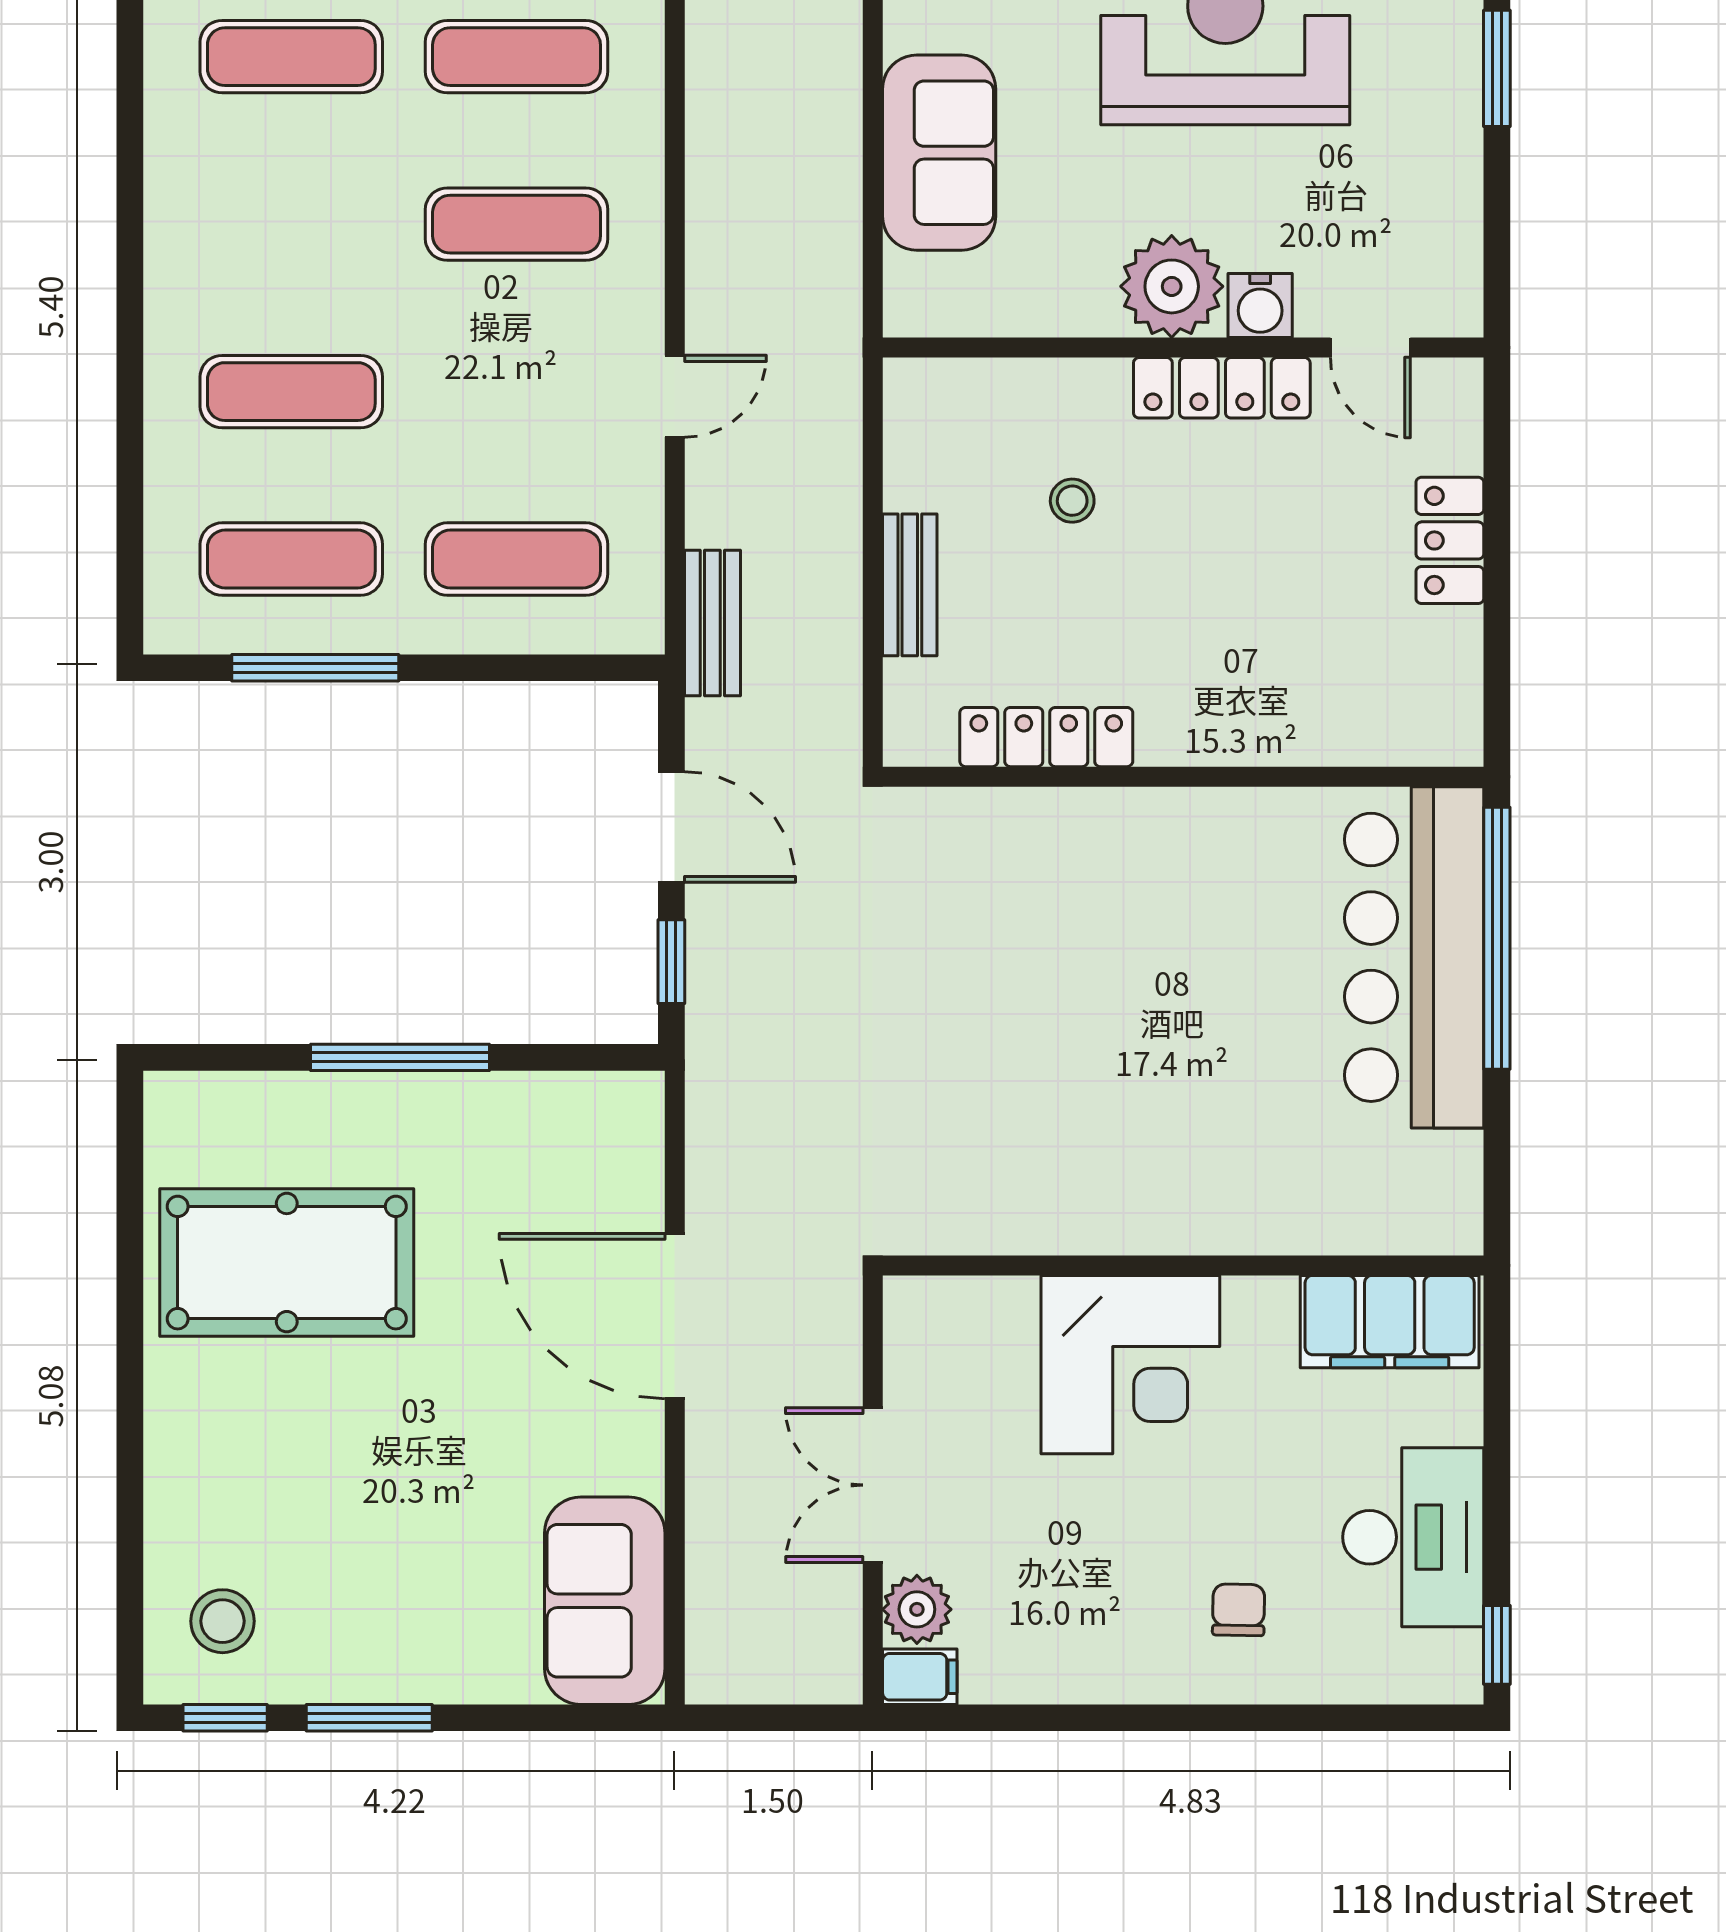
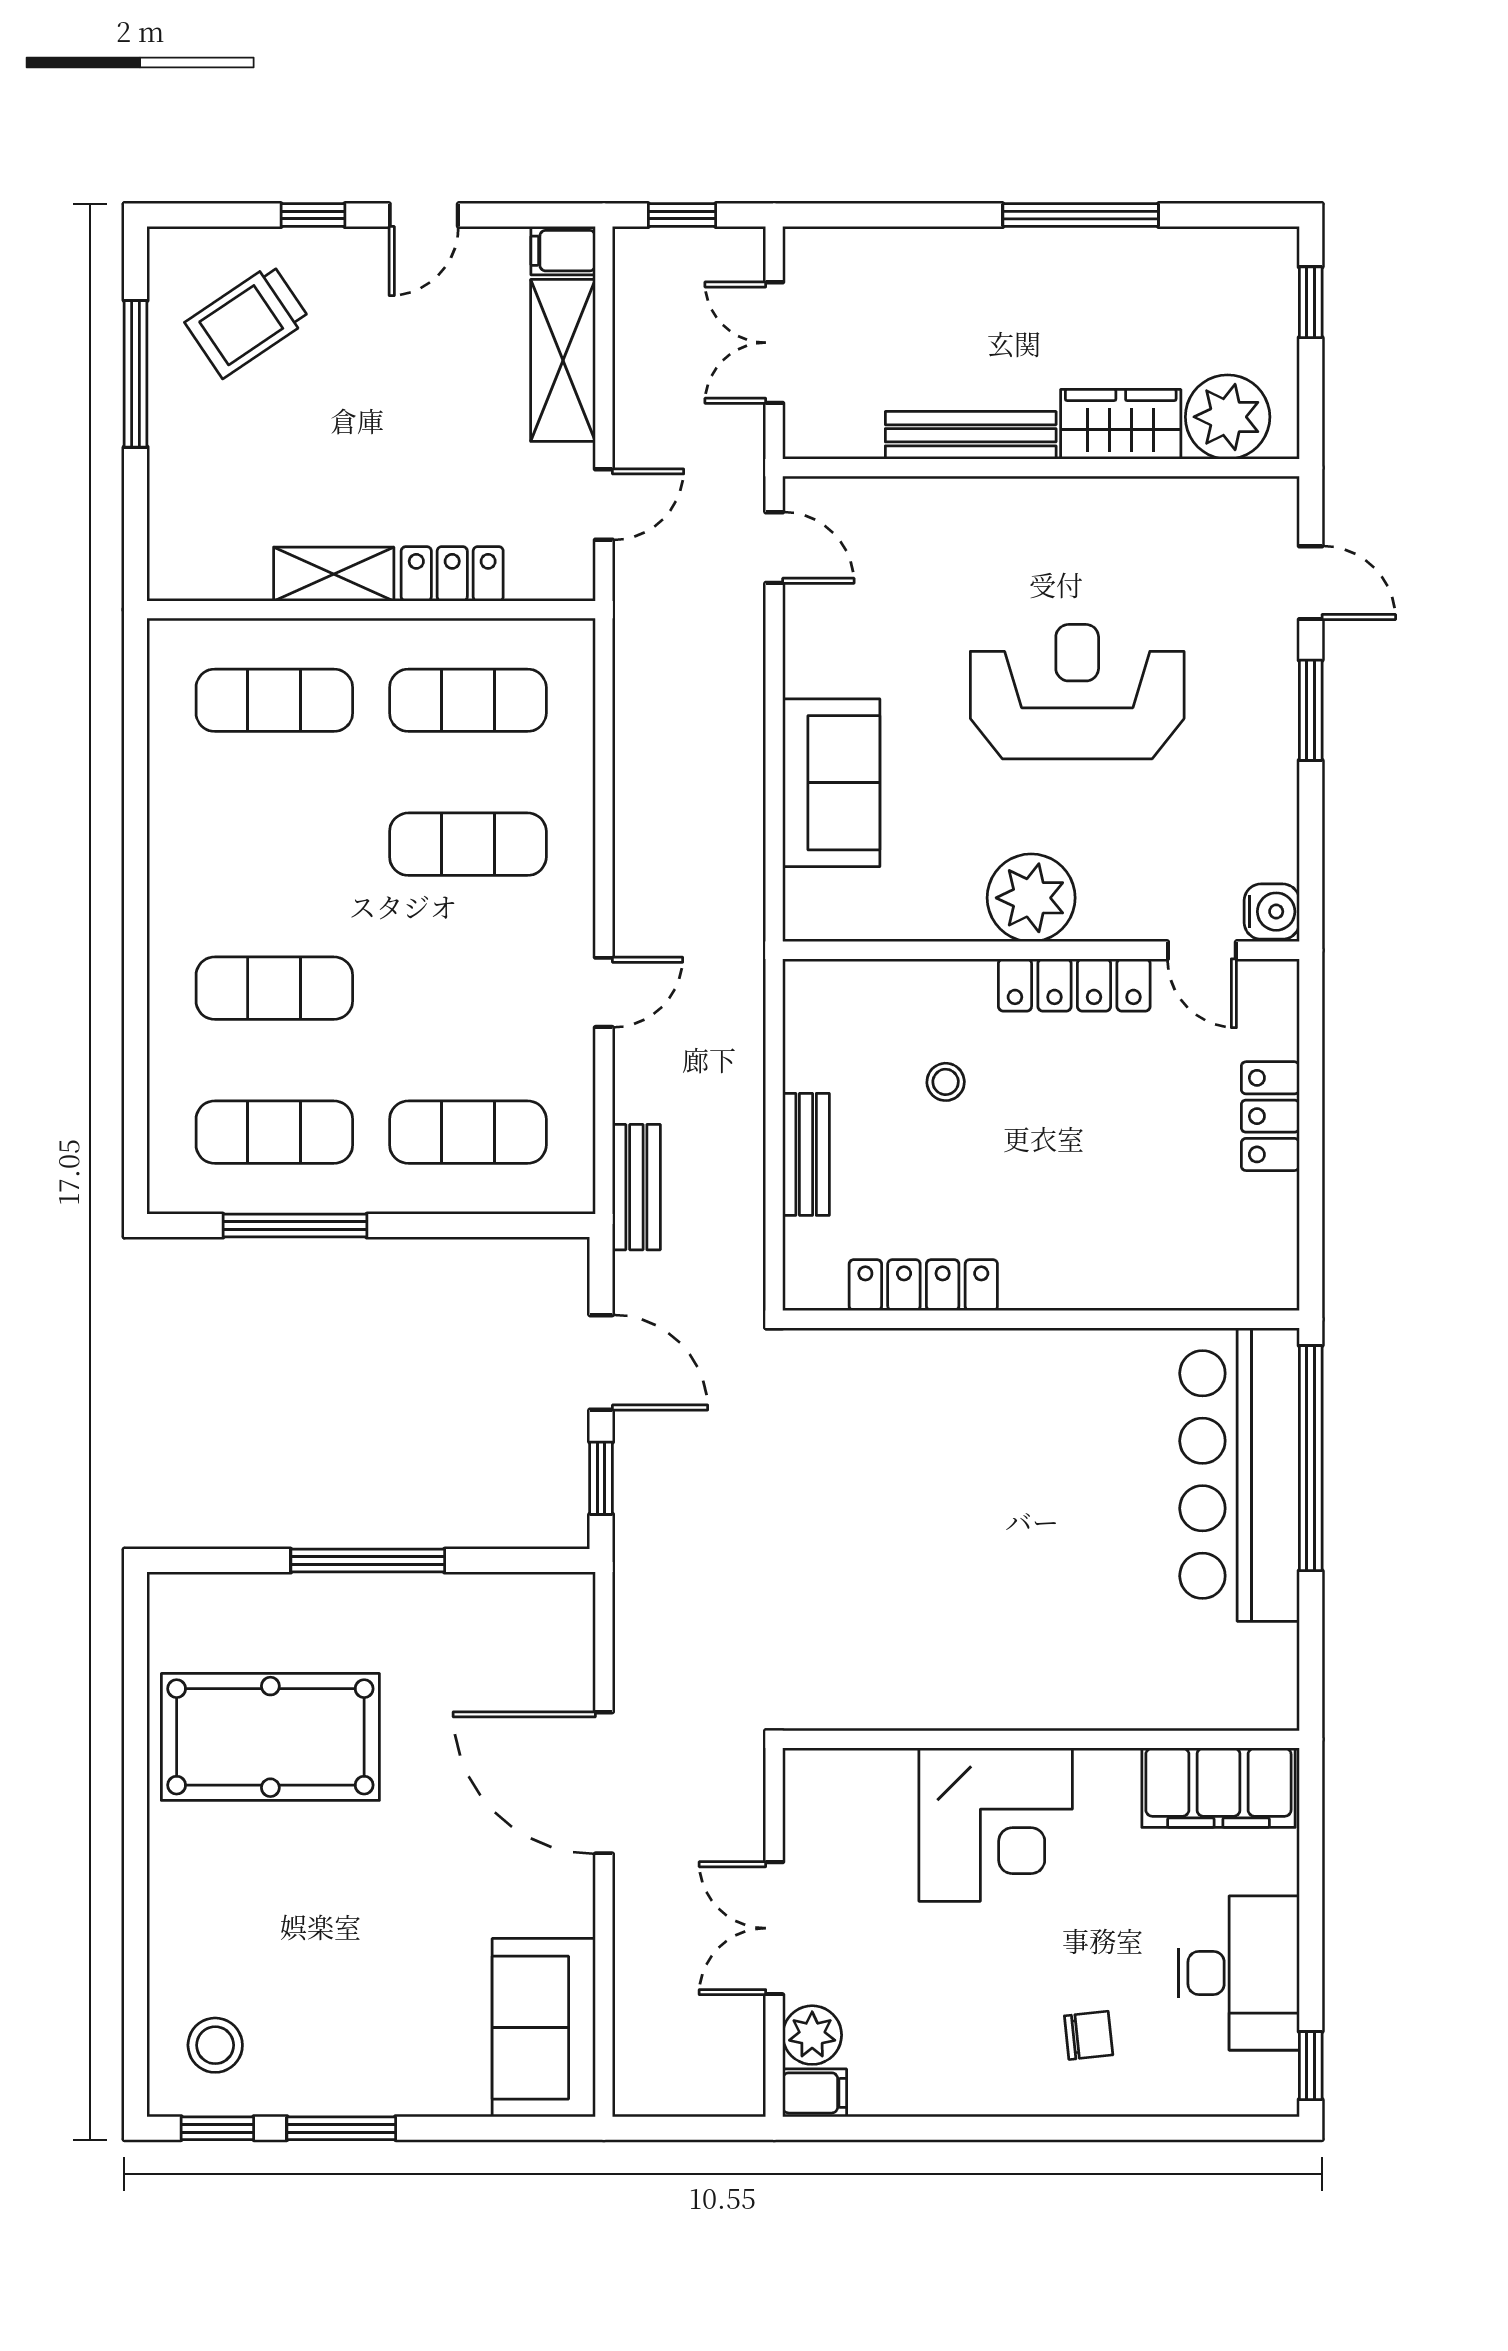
water cooler: (1260, 306) -> (1272, 912), moved, turned -90
chair: (1239, 1610) -> (1089, 2035), turned 83

